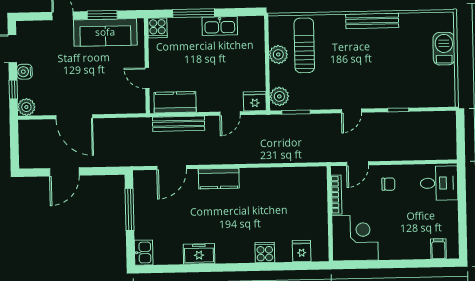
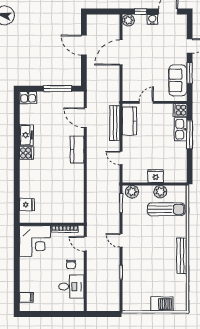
kitchen sink: (220, 26) -> (181, 129), moved
sofa: (105, 32) -> (178, 80), width x0.73
fridge: (255, 101) -> (156, 176), moved, turned -90
desk: (439, 183) -> (71, 287), moved, turned -90
cooker: (265, 252) -> (26, 153), moved

